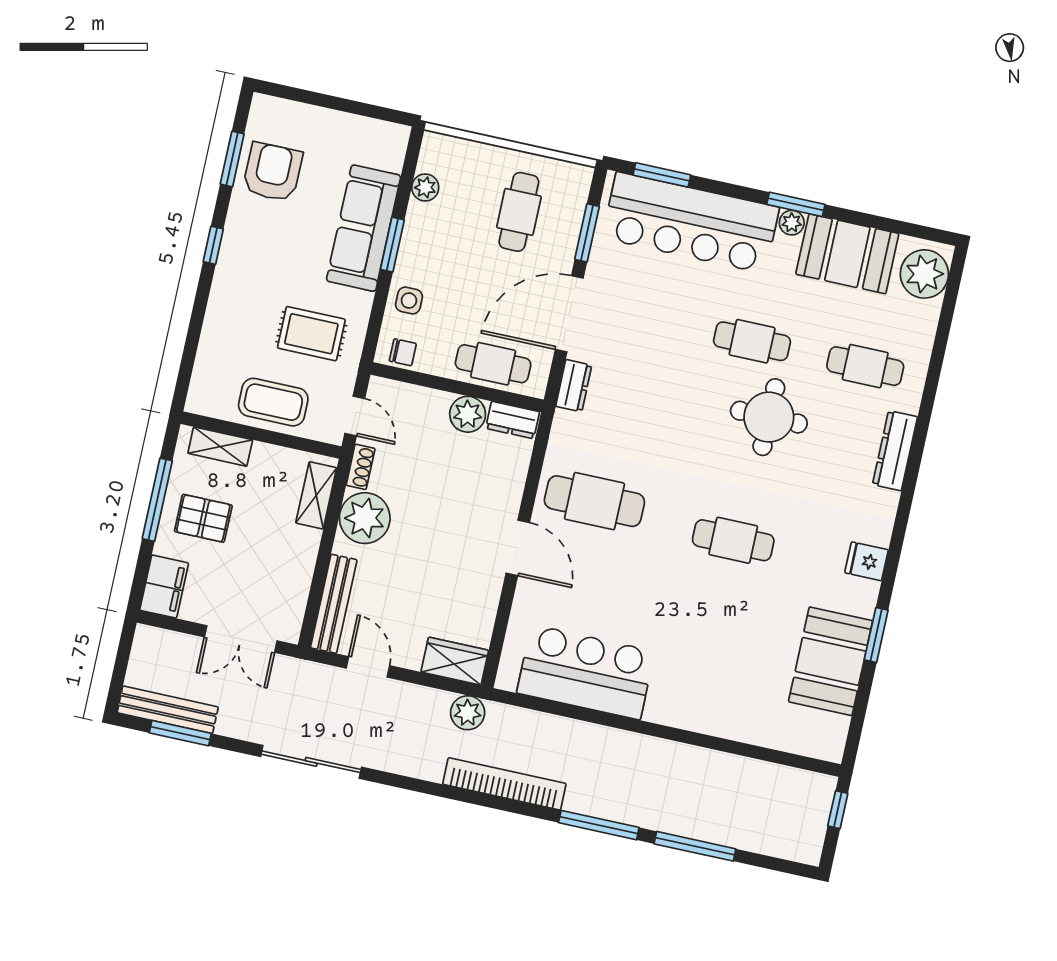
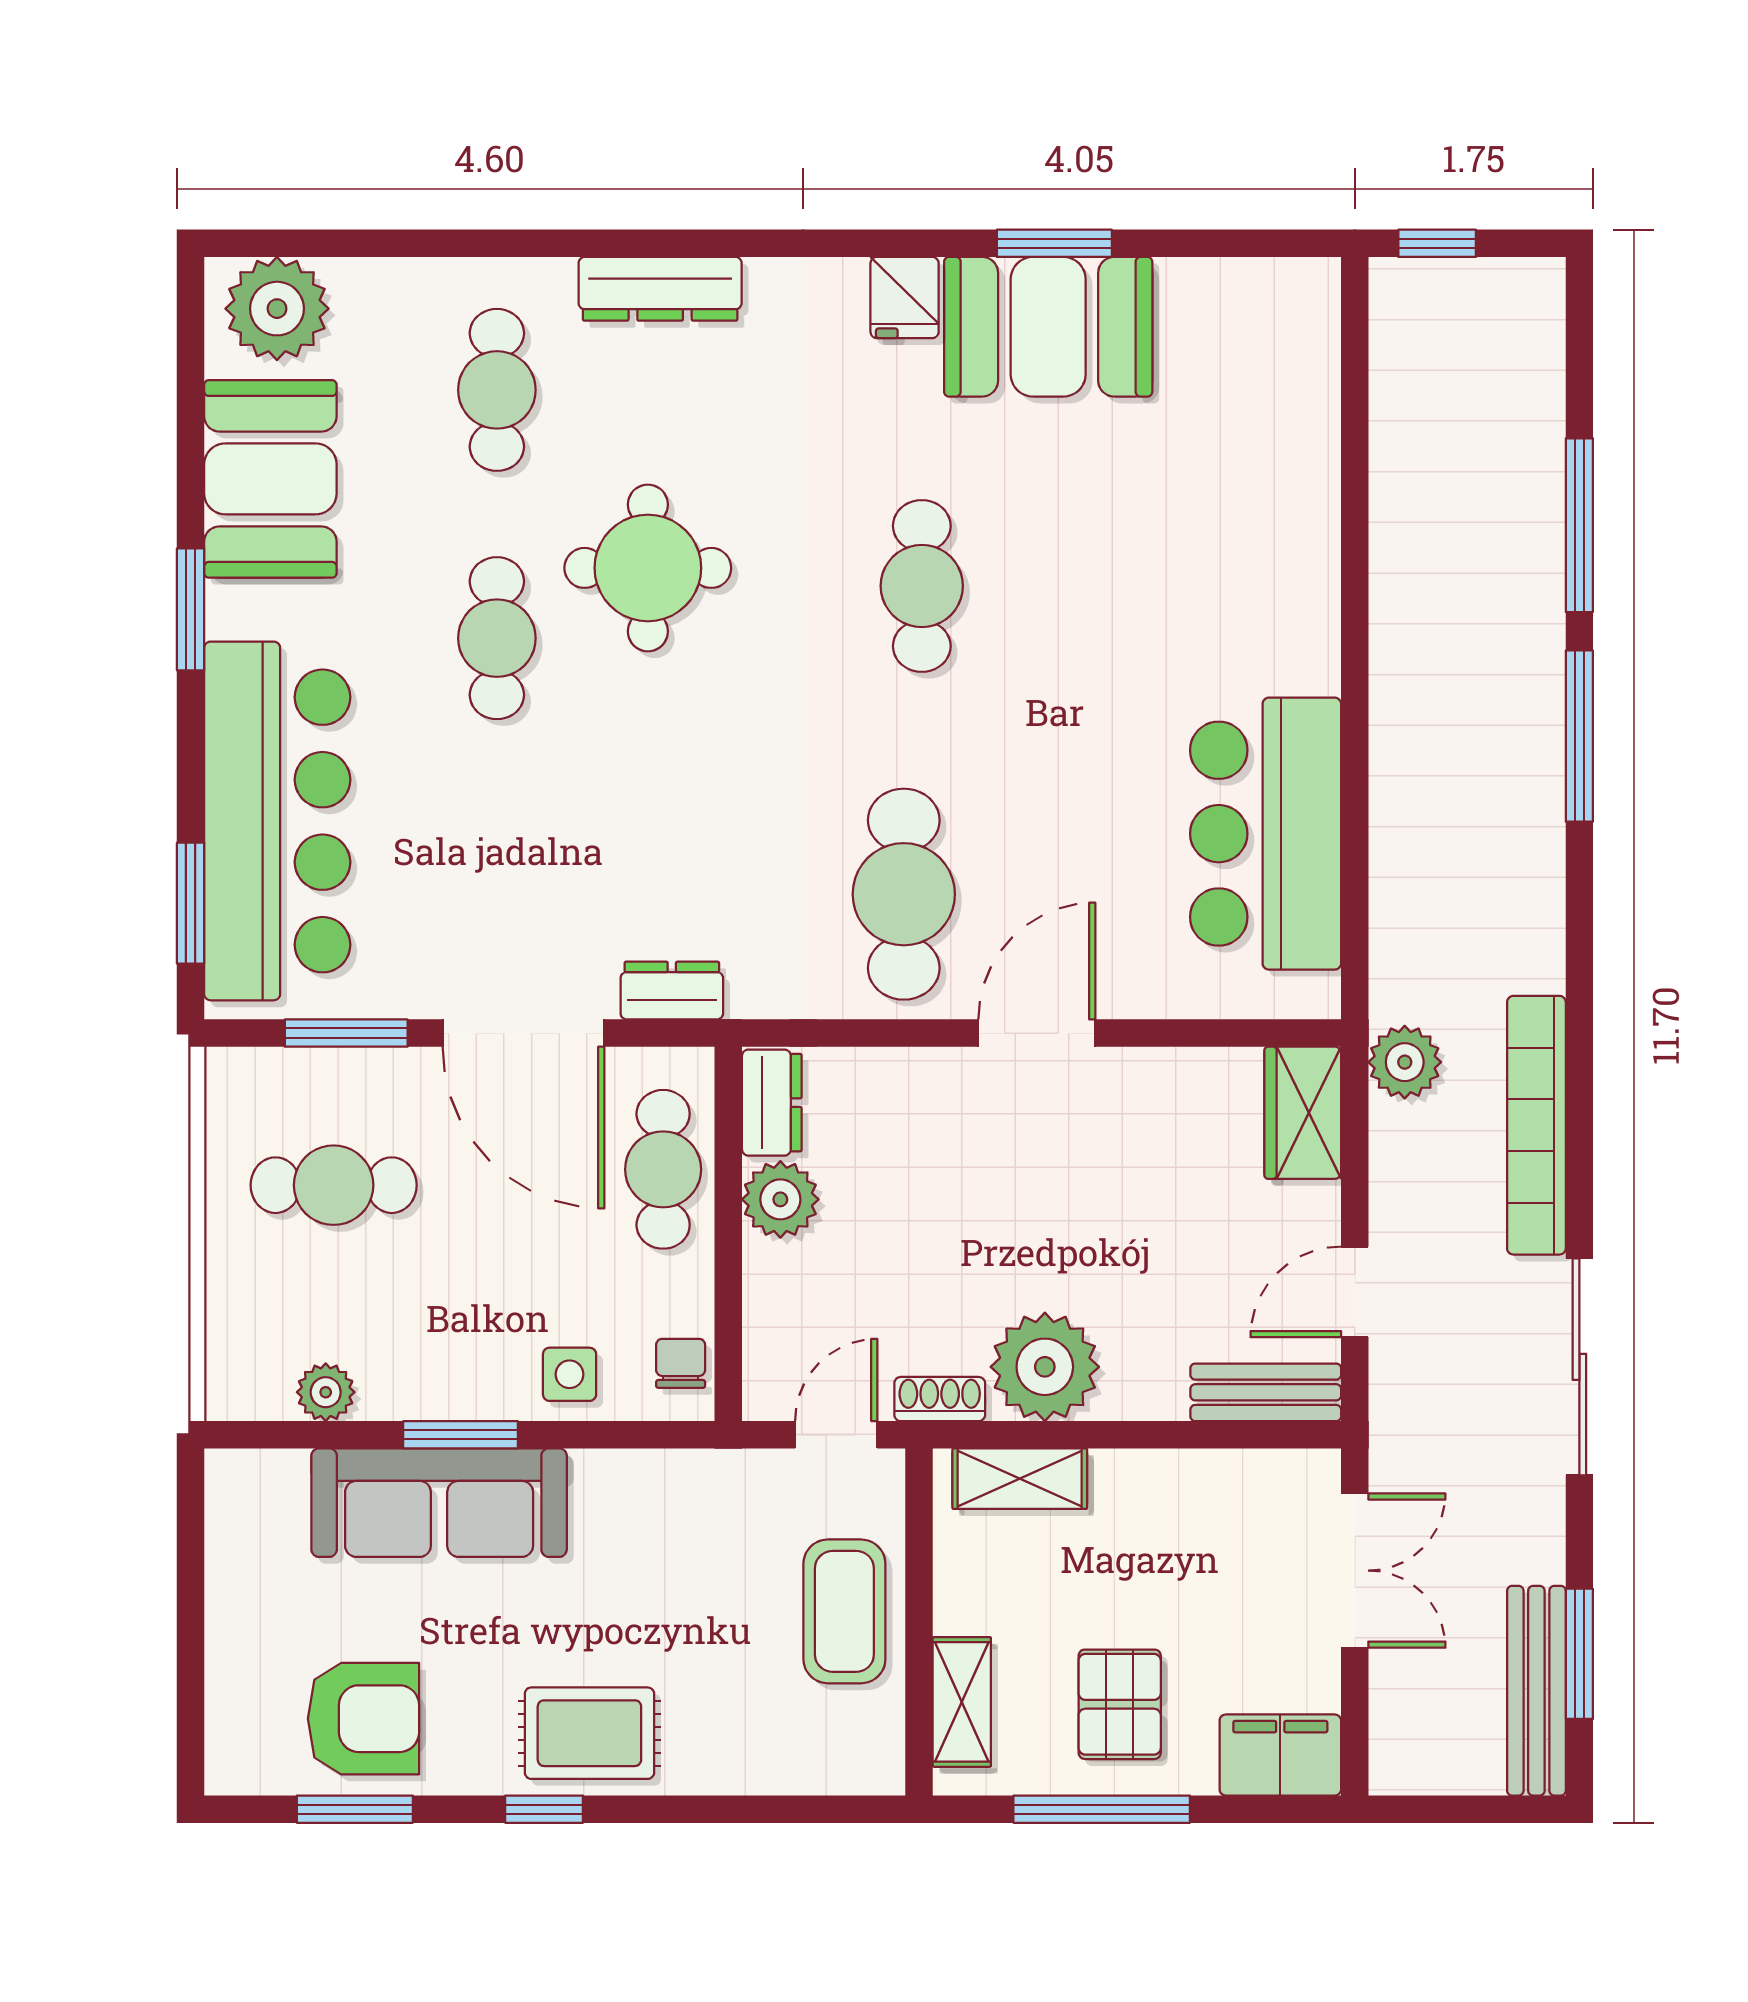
armchair: (273, 172) -> (363, 1719), turned 180
plant: (792, 223) -> (231, 610), removed
rug: (311, 334) -> (589, 1733), moved, turned 90
bench: (334, 604) -> (1266, 1392), width x0.73
booth: (831, 661) -> (1048, 327), moved
bookcase: (504, 784) -> (1536, 1125), moved

